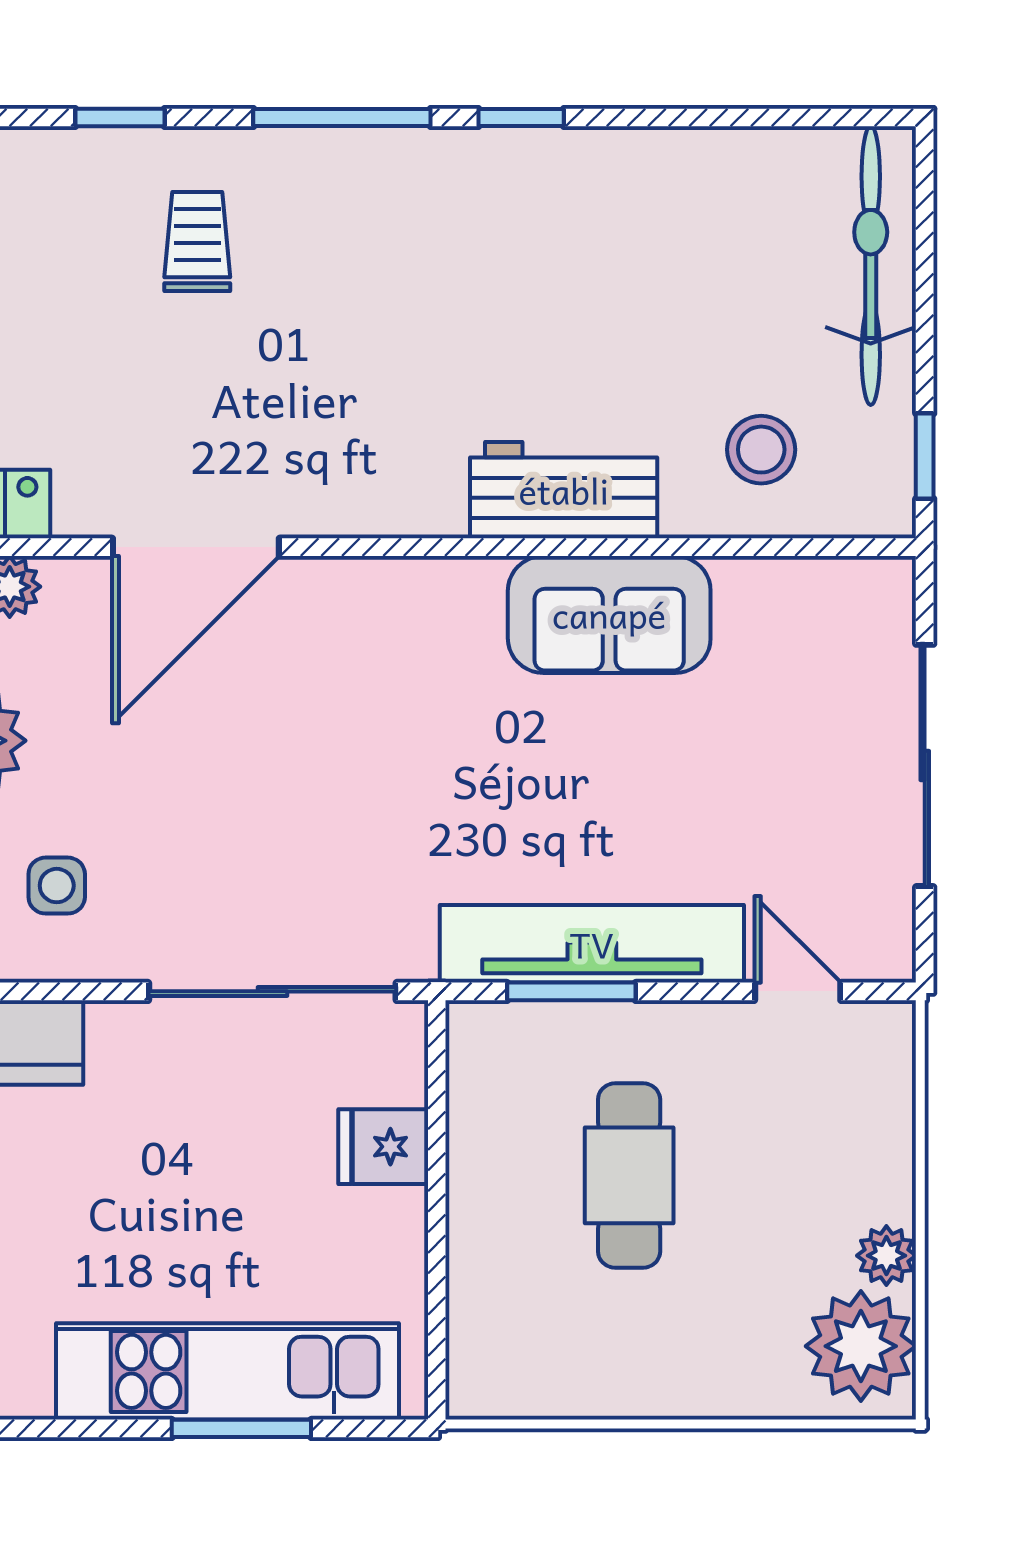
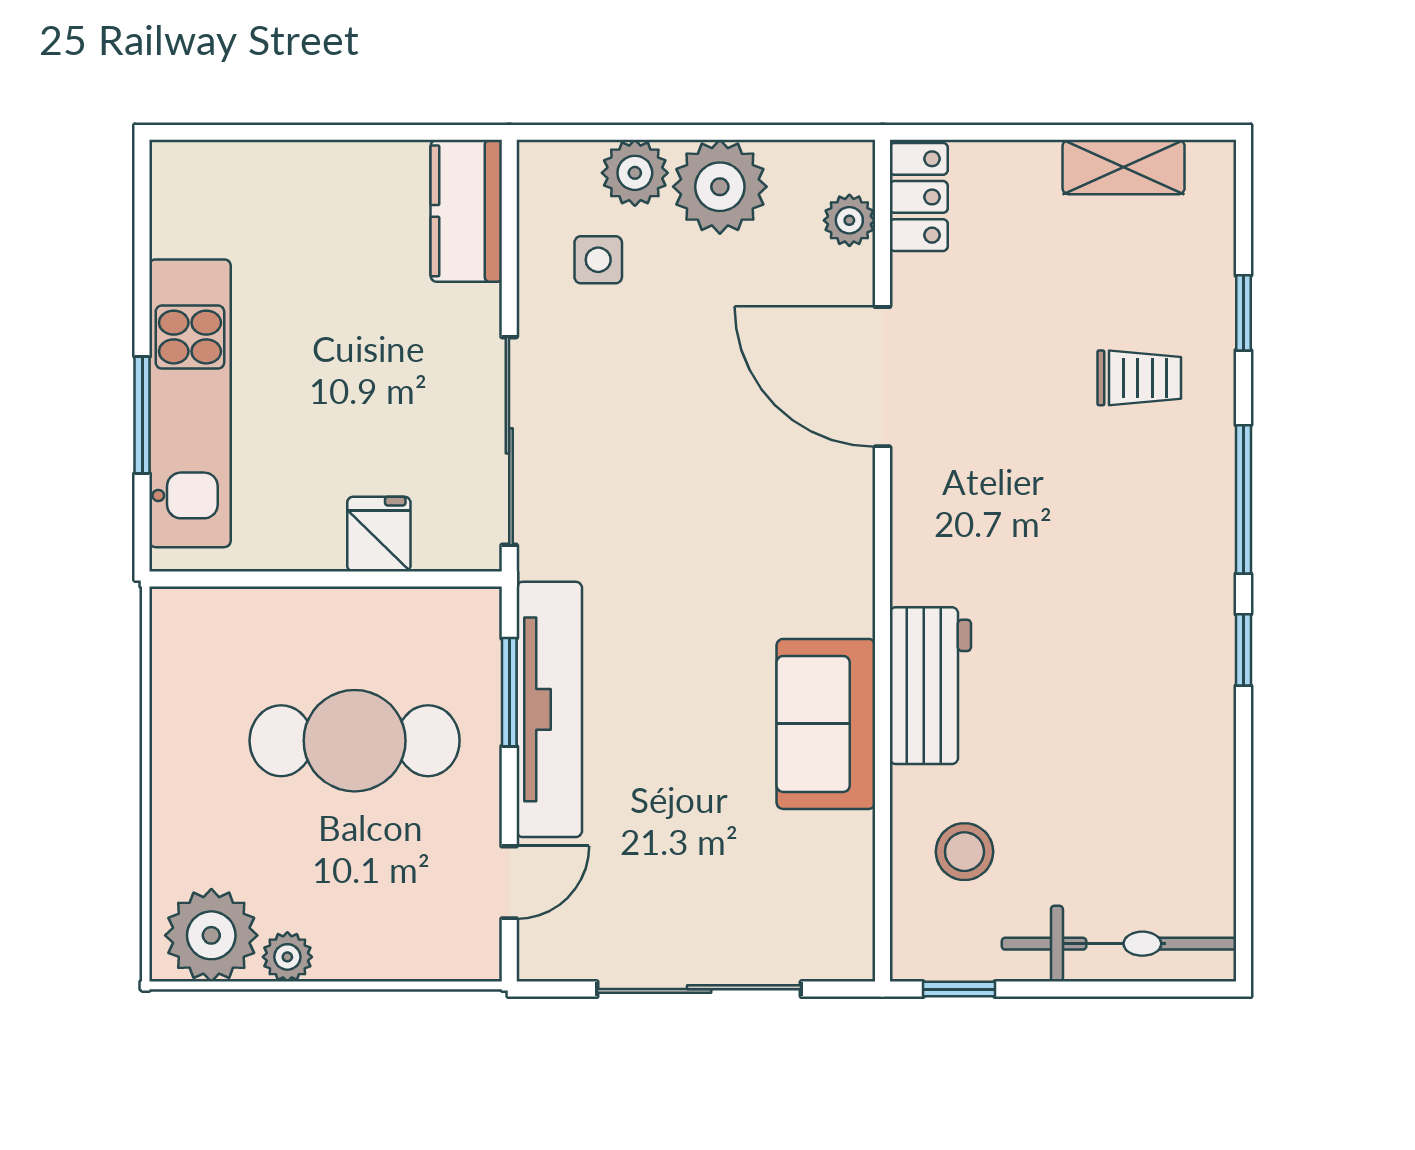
cafe table: (629, 1175) -> (355, 741), width x1.37, depth x1.35

